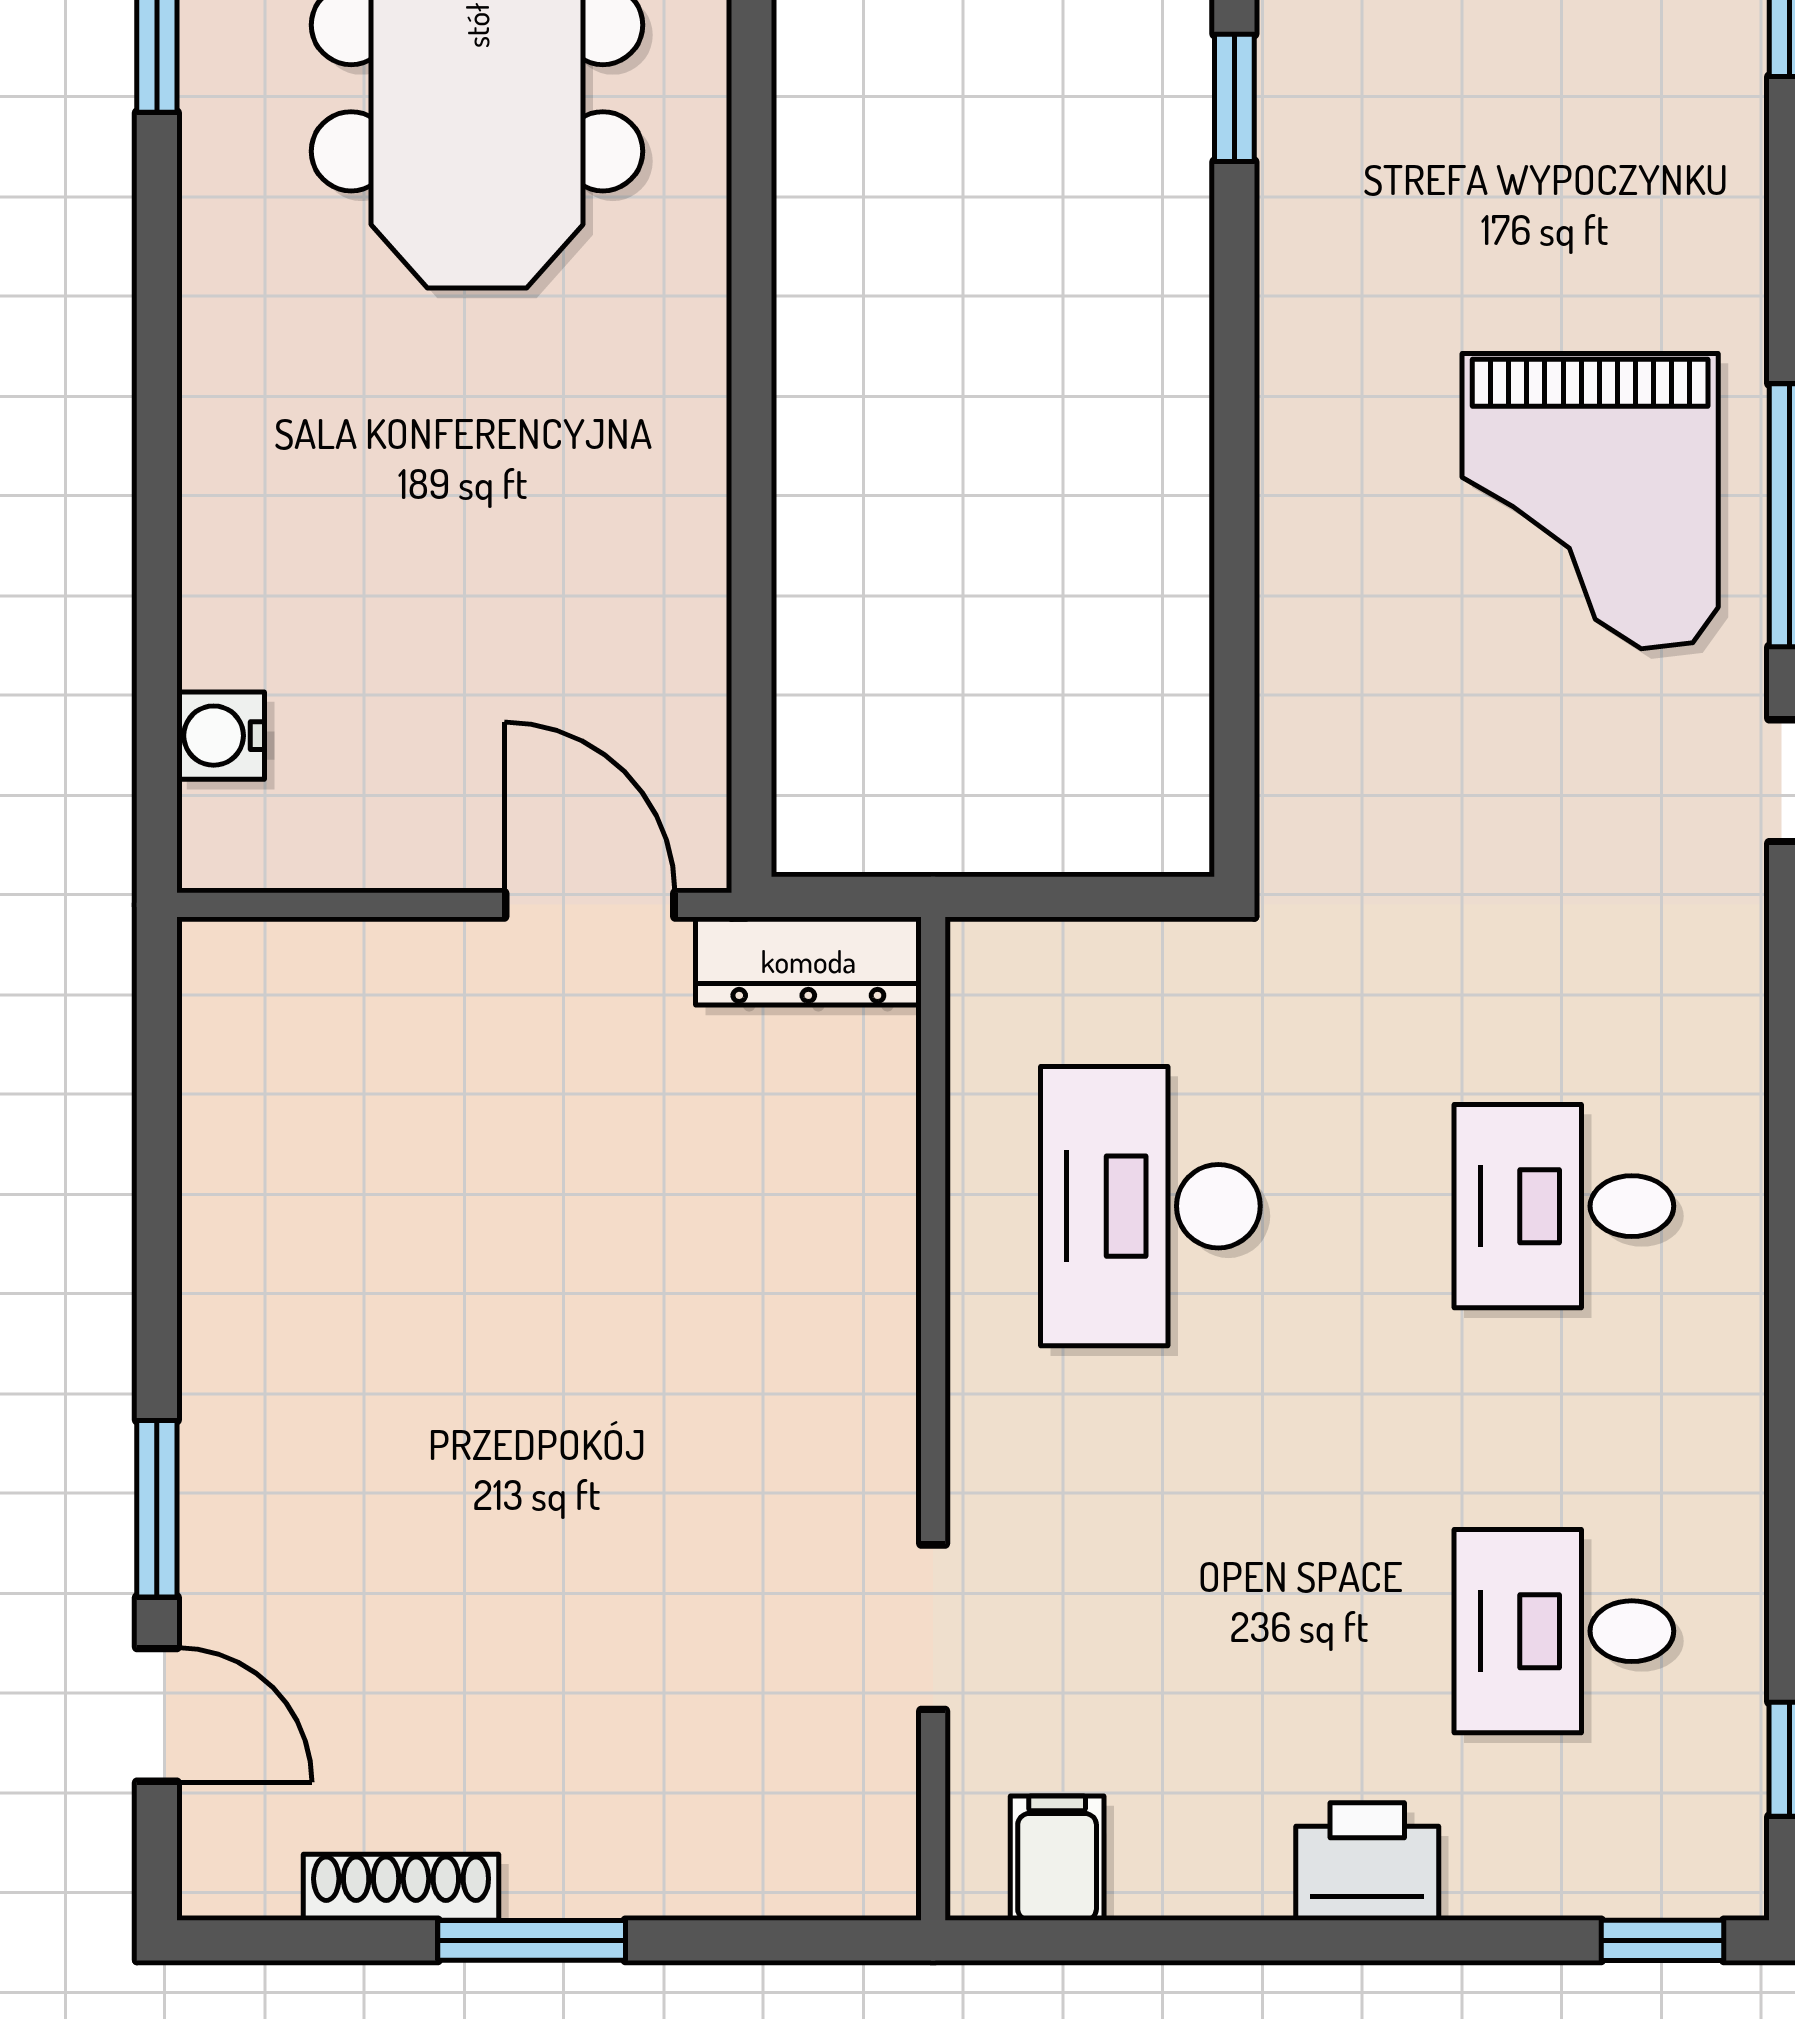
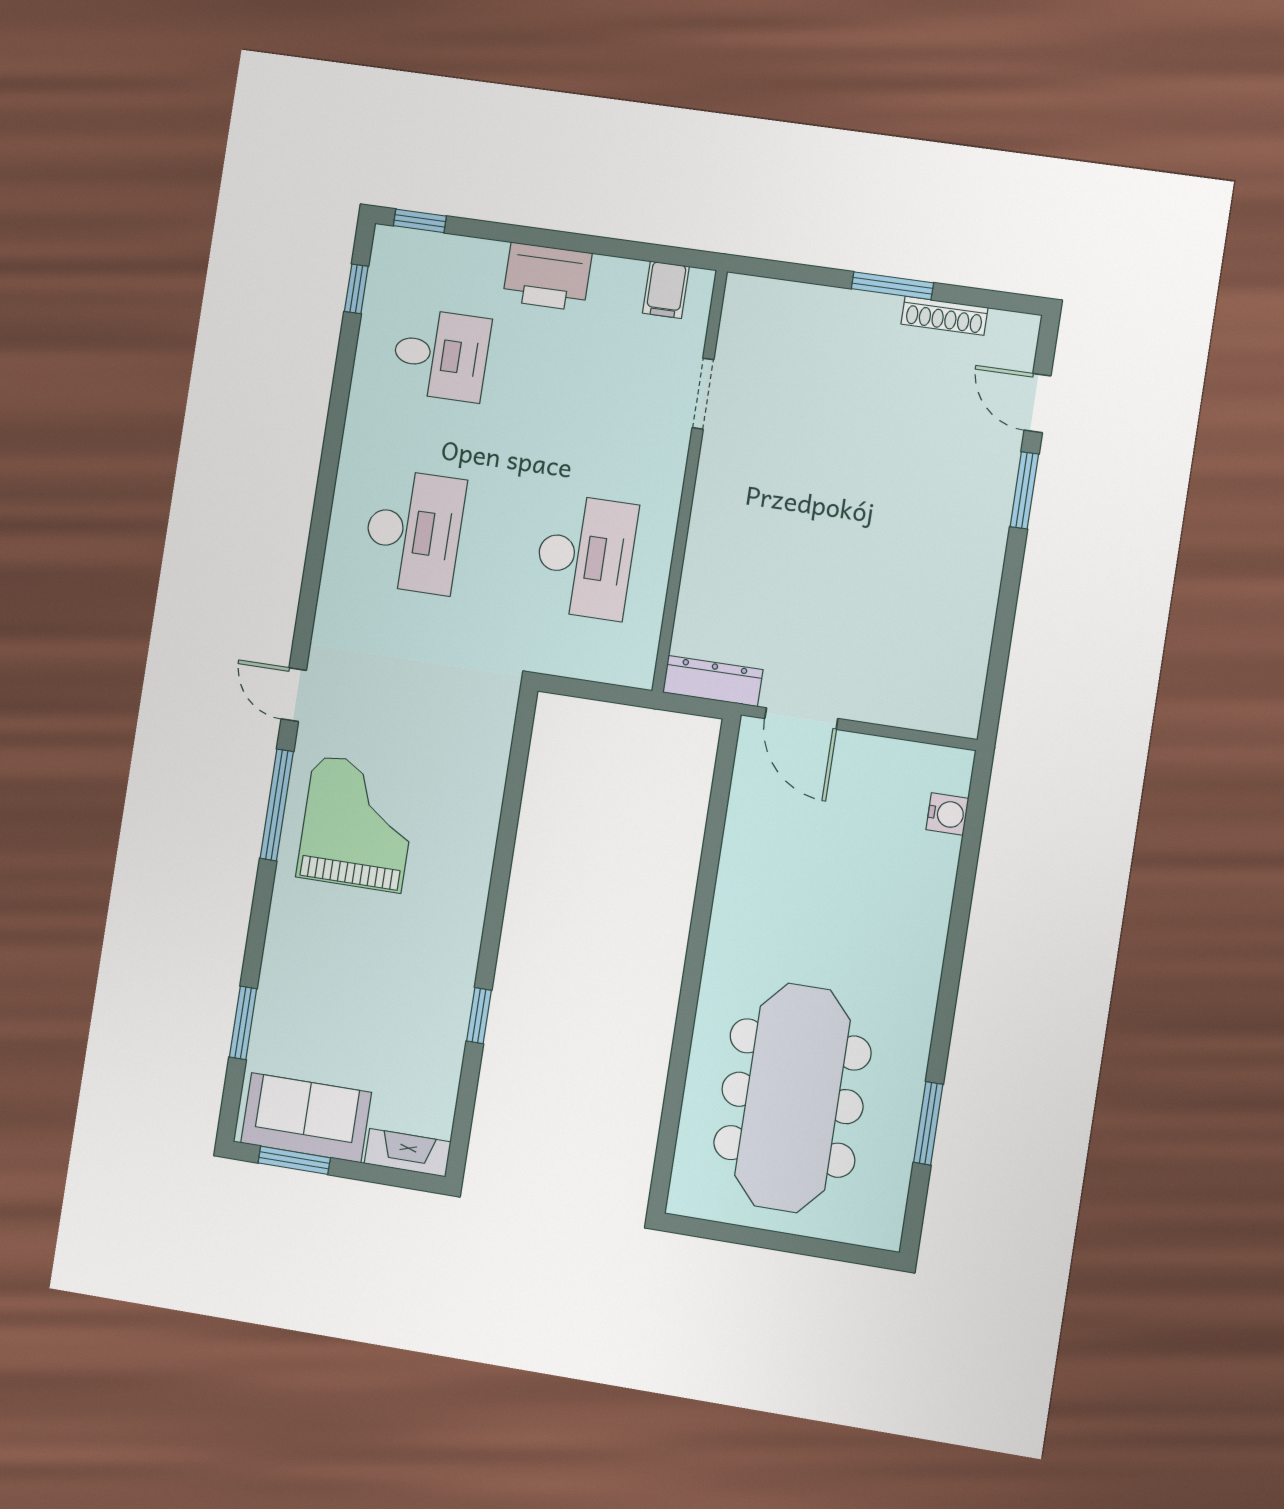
desk: (1564, 1206) -> (414, 532), width x1.37
printer: (1367, 1862) -> (547, 277), width x1.37, depth x1.19

